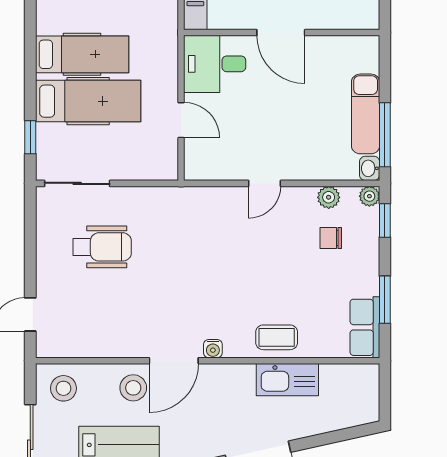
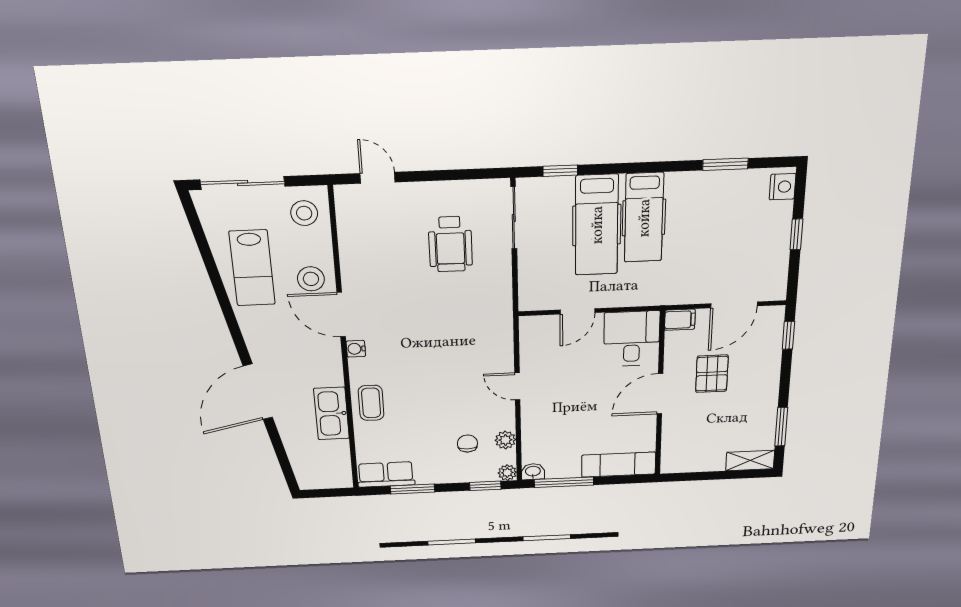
exam couch: (366, 114) -> (619, 465), moved

